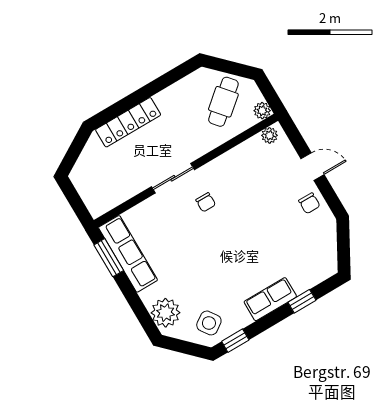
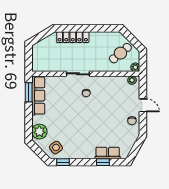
row of seats: (270, 299) -> (108, 153), moved

